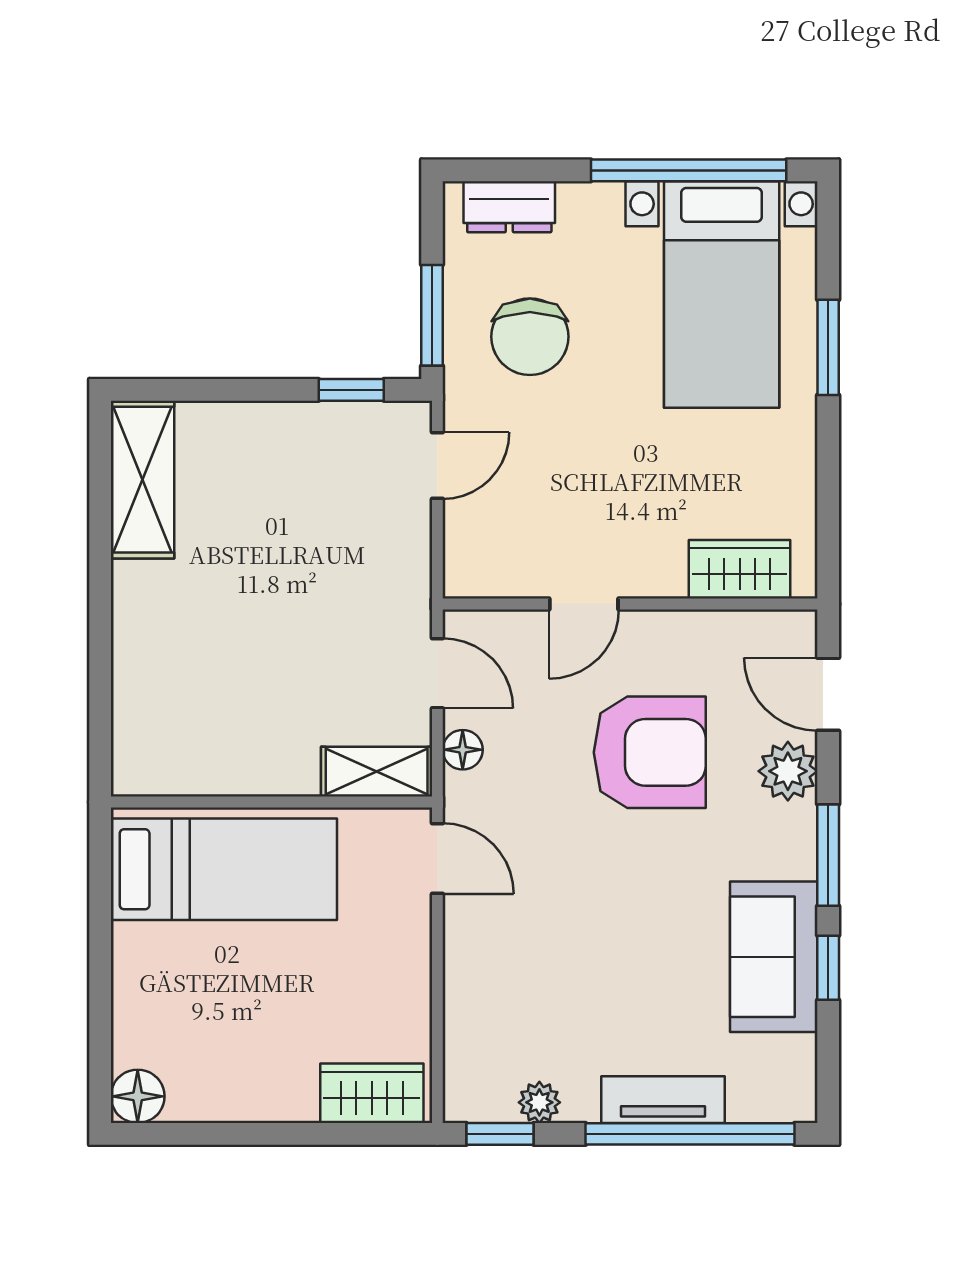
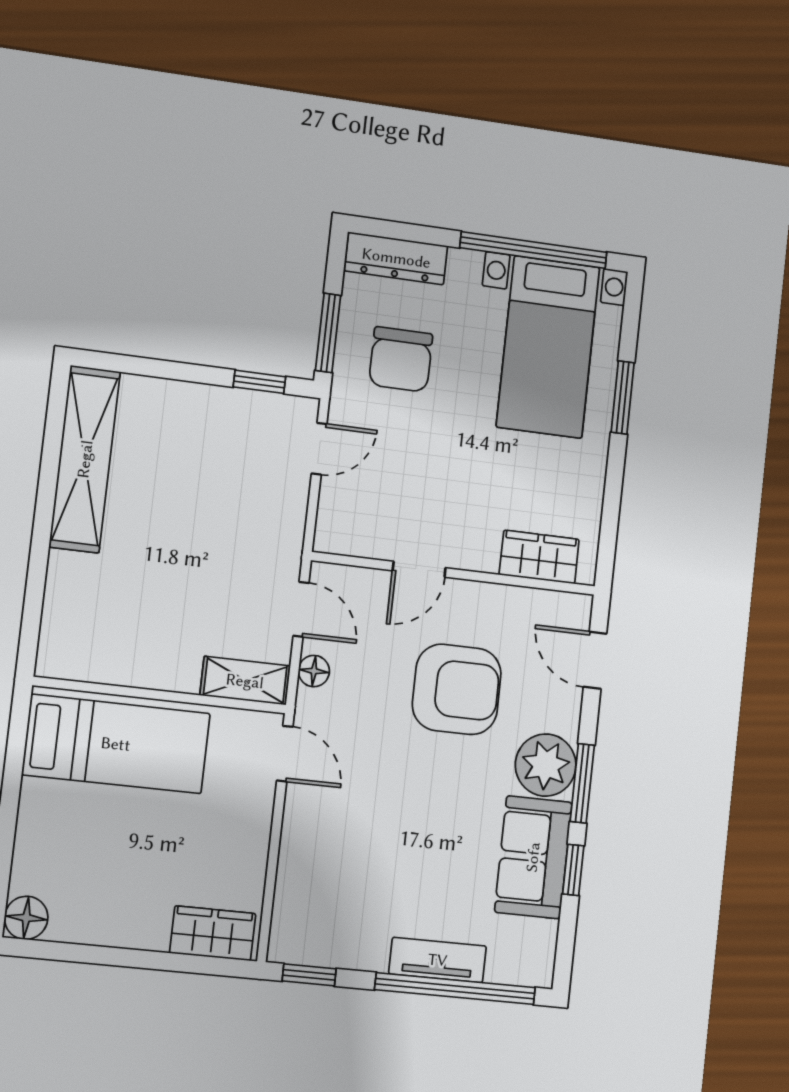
dresser: (509, 207) -> (396, 258), width x1.44
shelving: (142, 480) -> (85, 459), width x1.47
plant: (788, 771) -> (546, 765), moved, width x1.36, depth x1.36
plant: (539, 1102) -> (342, 953), removed

